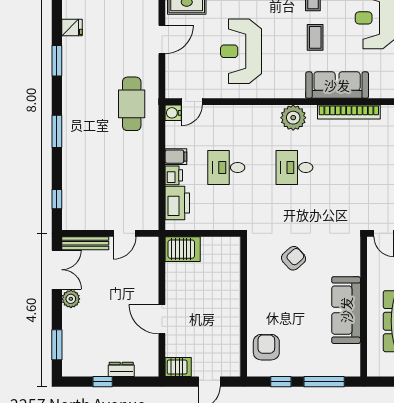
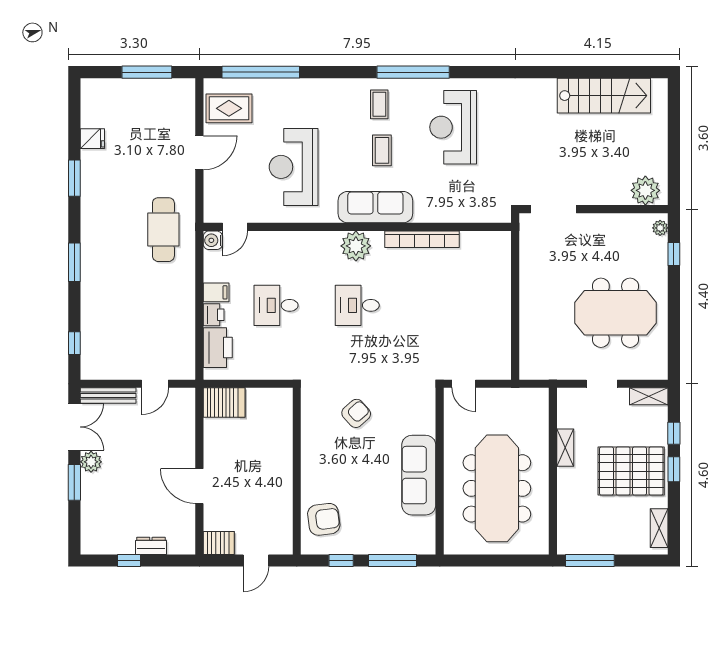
sofa: (337, 85) -> (375, 207), moved
window: (57, 345) -> (74, 482), moved
armchair: (266, 347) -> (324, 519), turned 83

